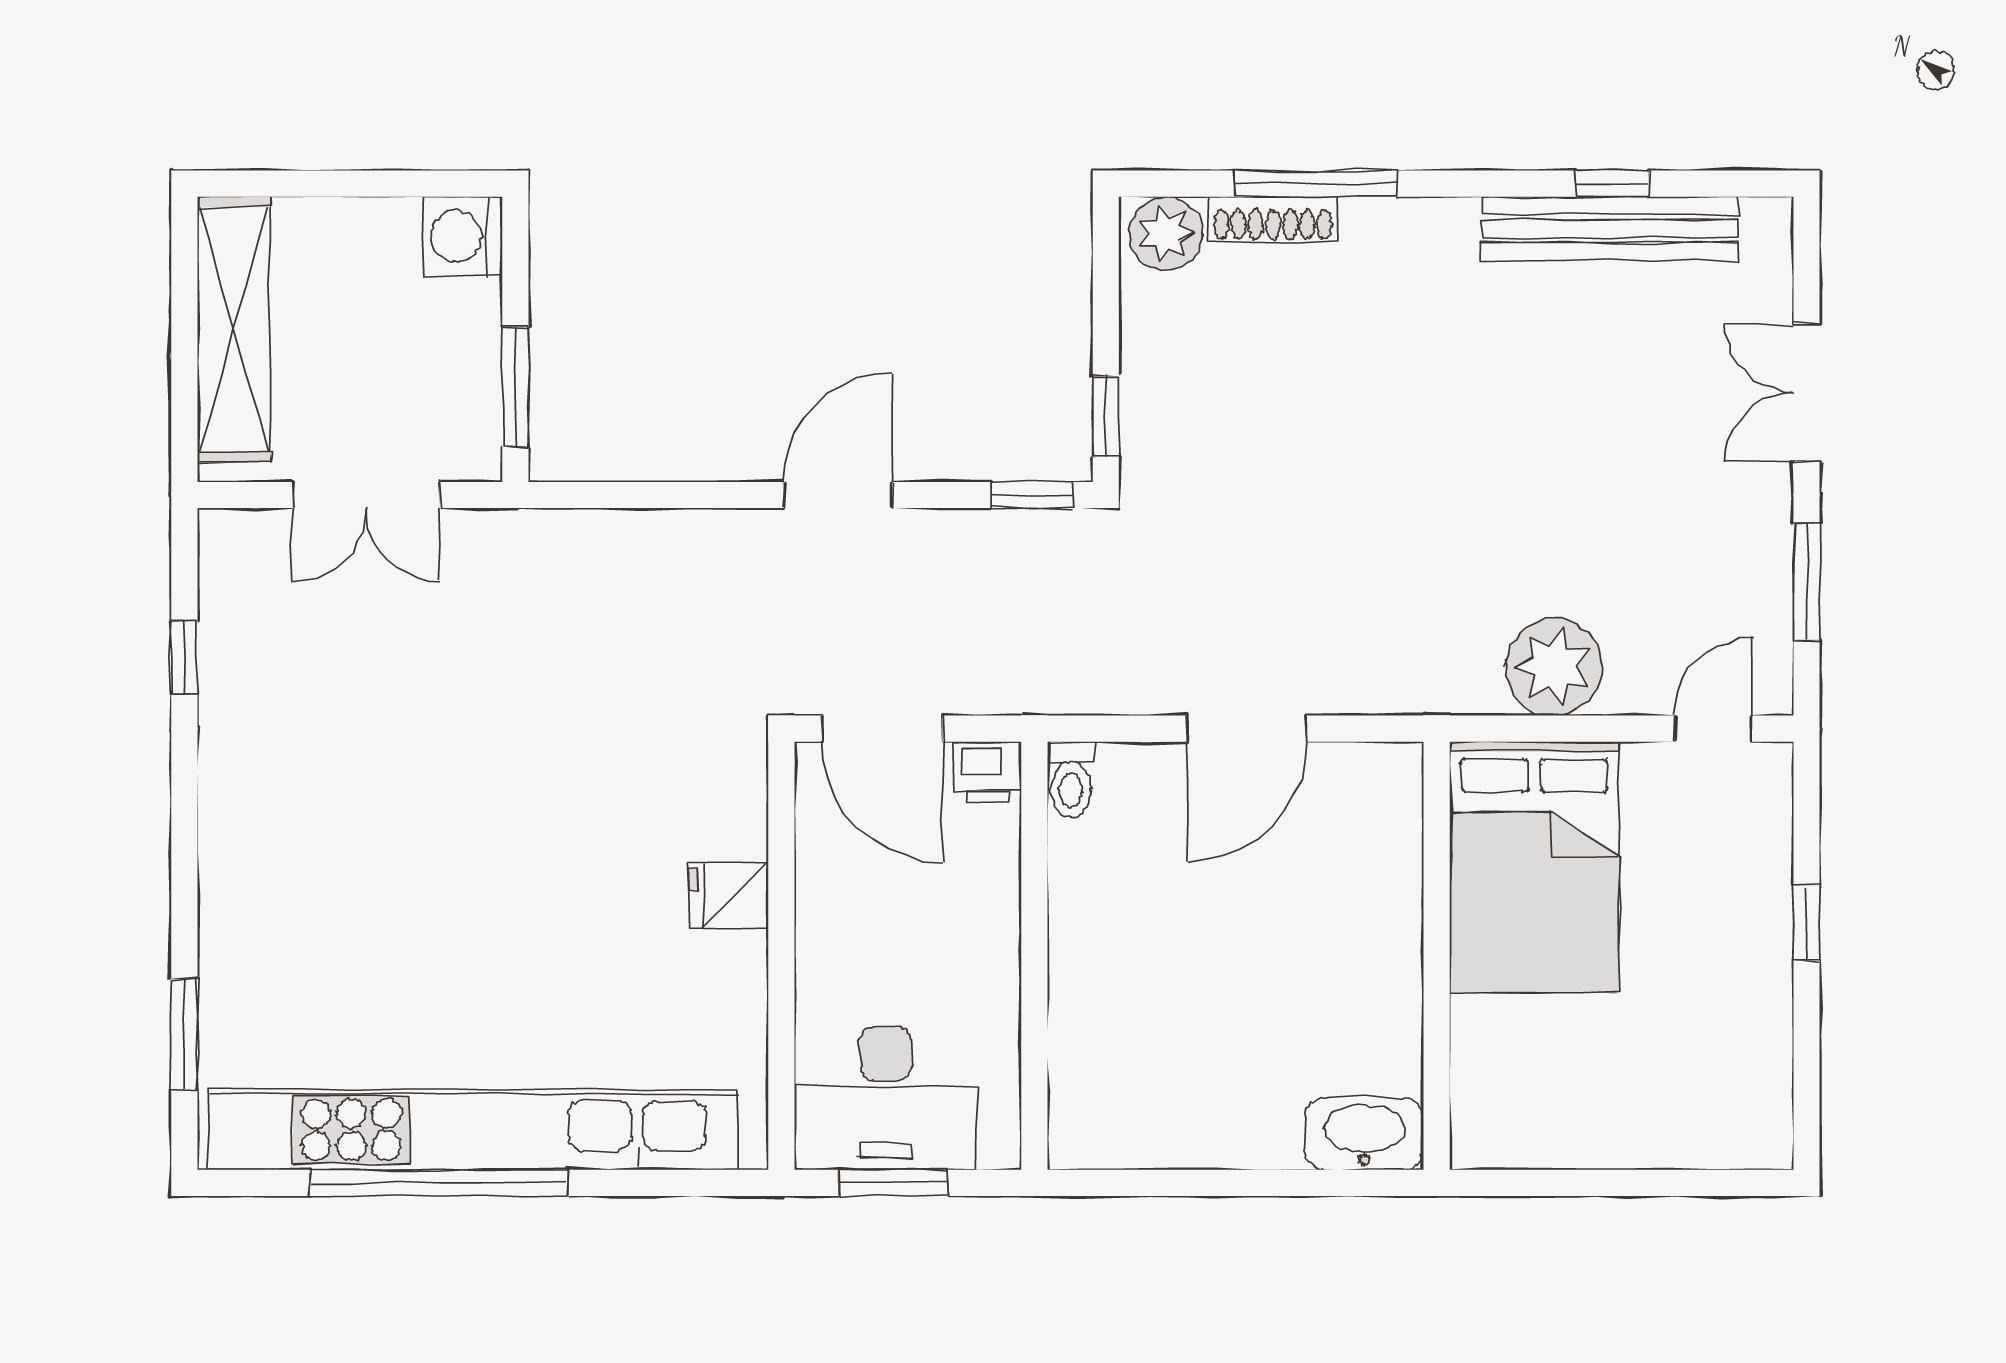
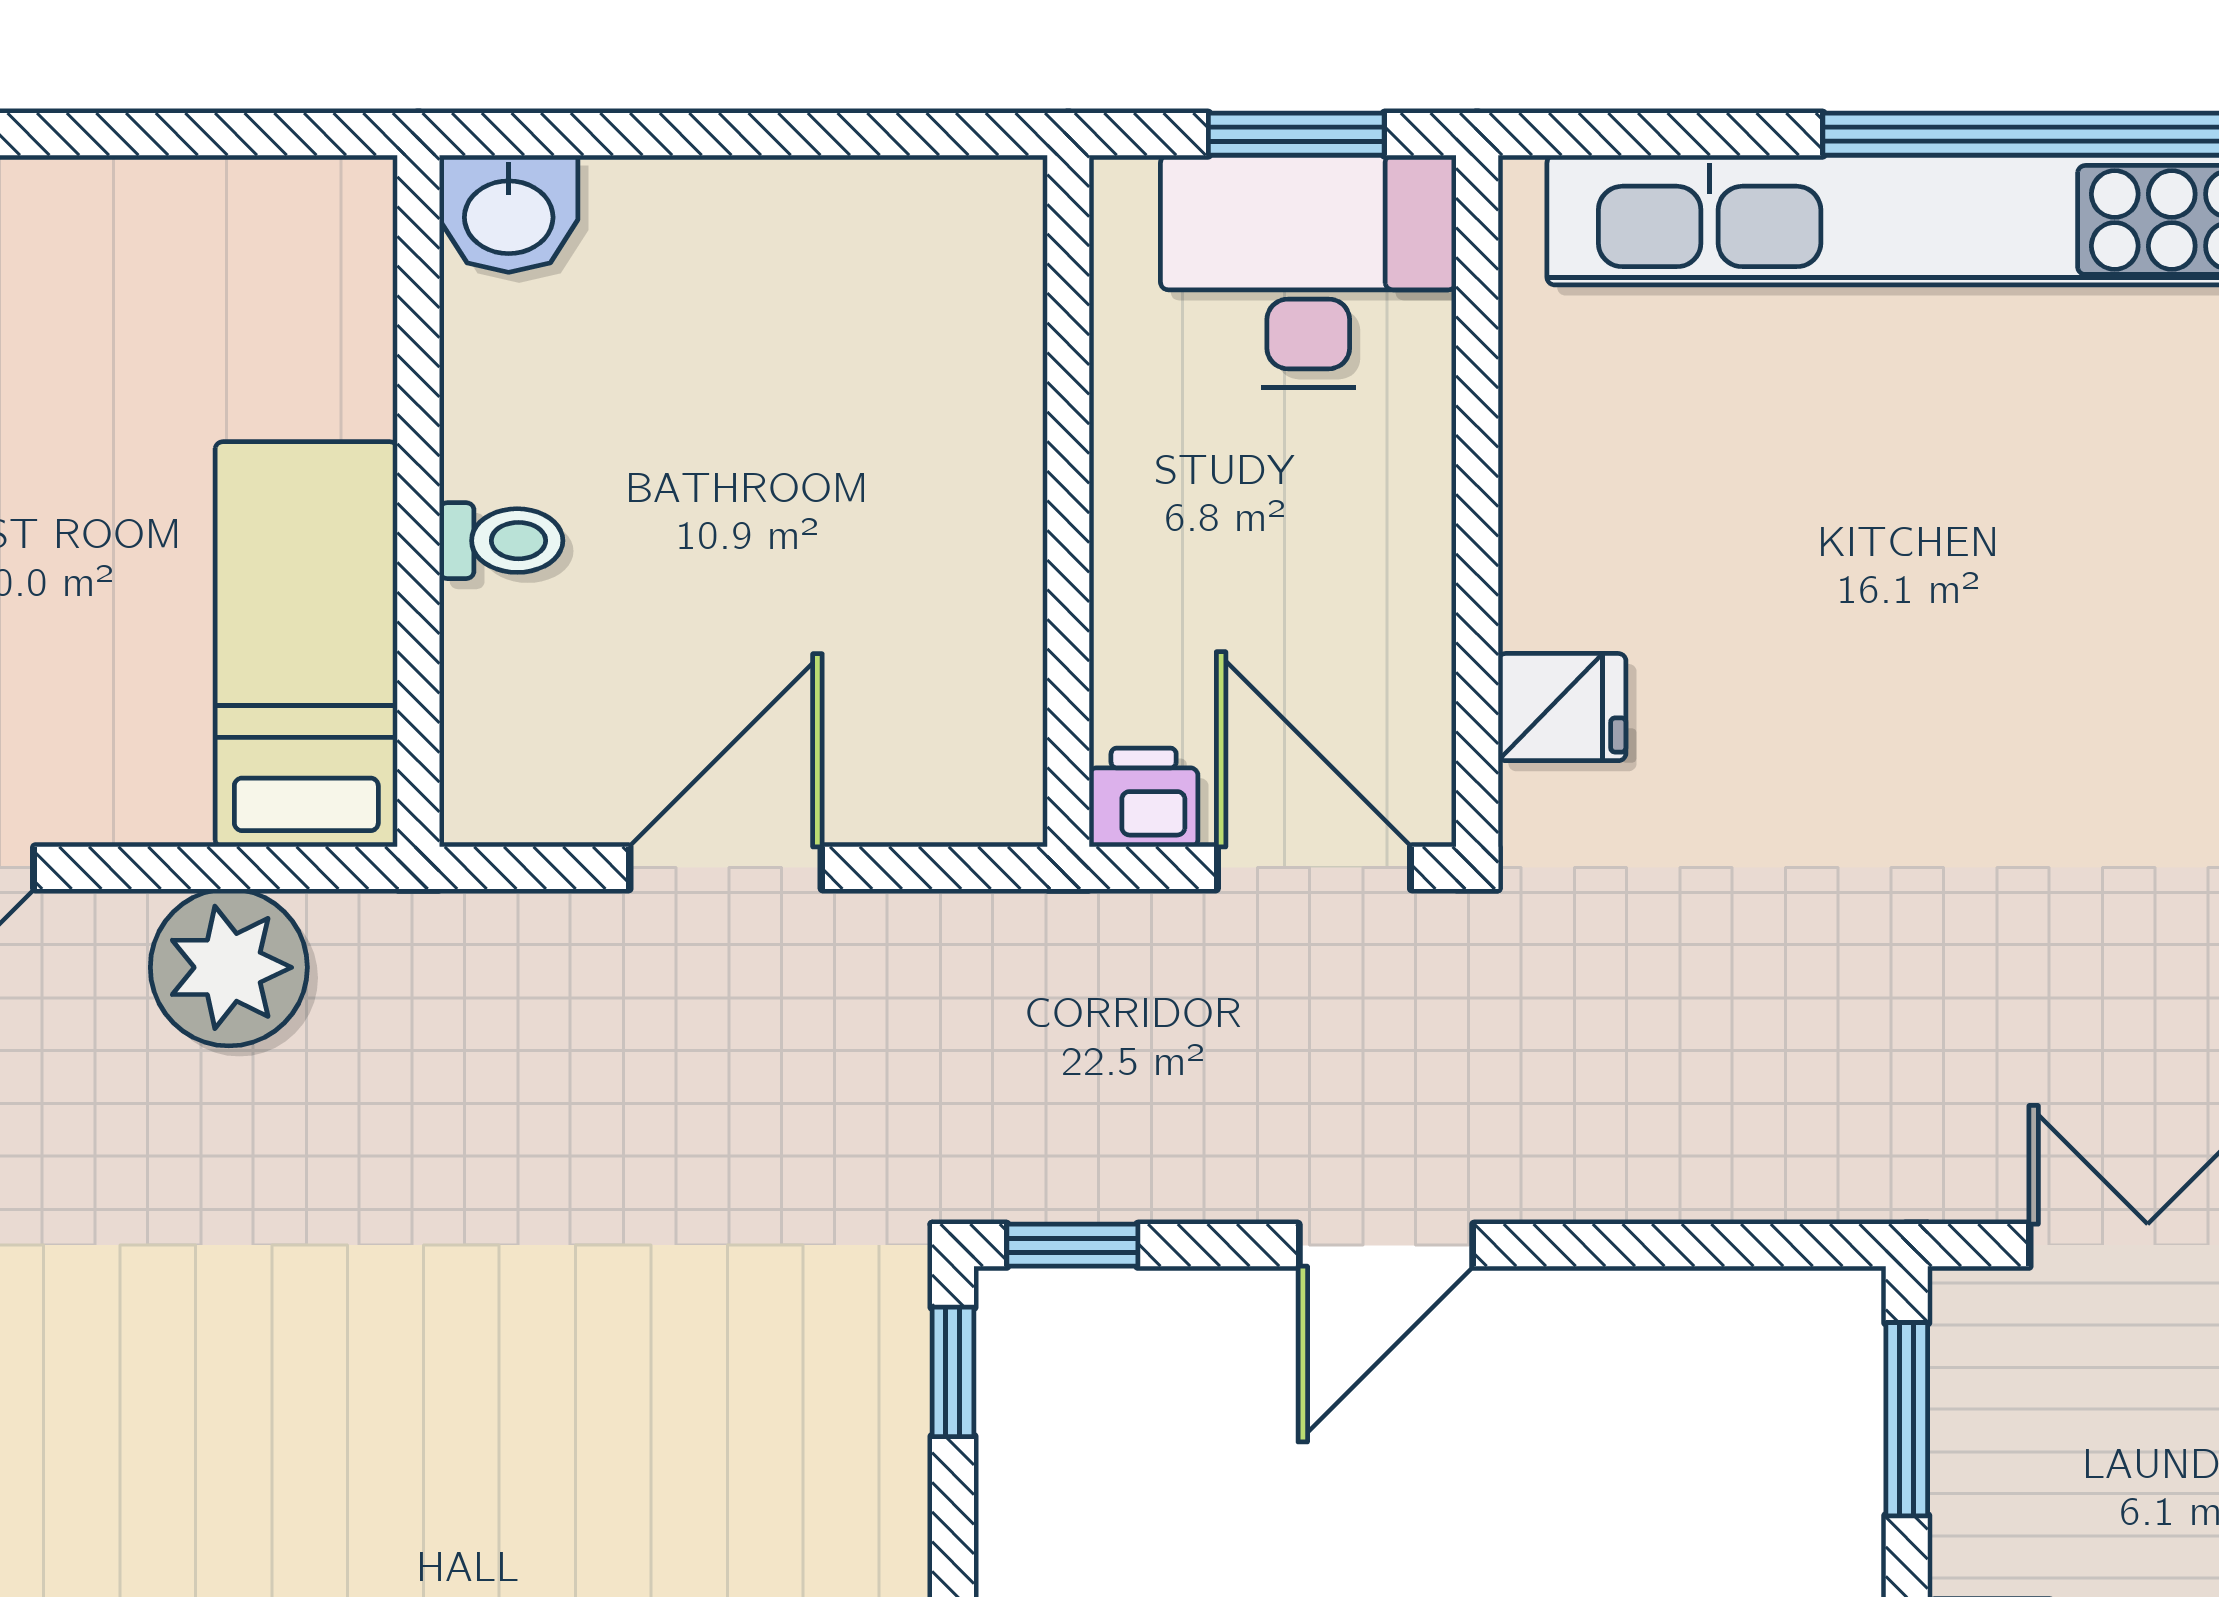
toilet: (1071, 780) -> (501, 541), moved, turned 90
bed: (1534, 867) -> (306, 644), width x0.67
fridge: (729, 896) -> (1562, 707), moved
washbasin: (1364, 1134) -> (509, 214), width x0.72

